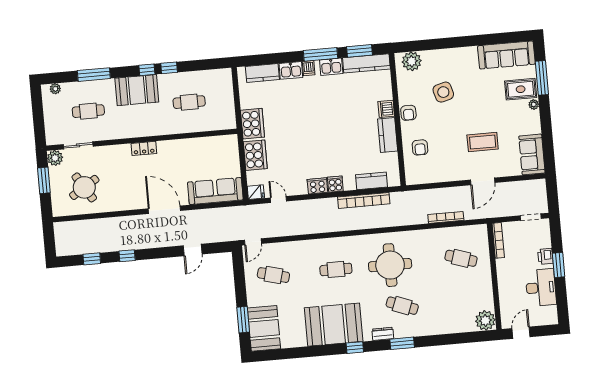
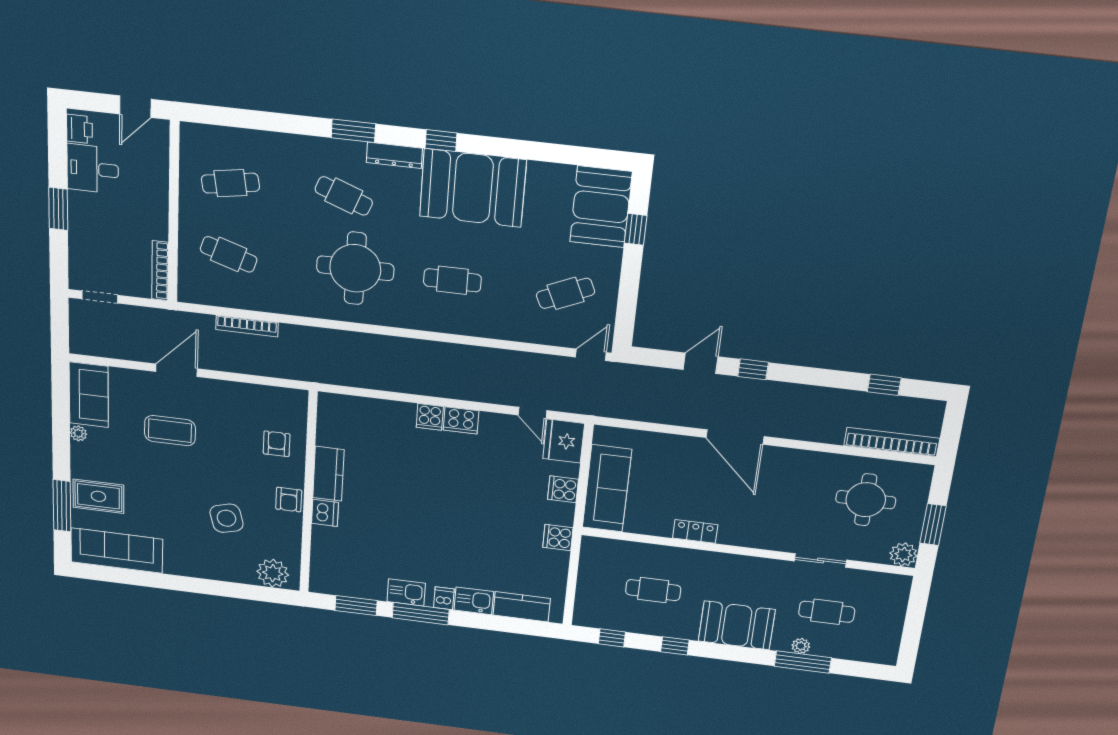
kitchen counter: (366, 63) -> (347, 585), removed
window: (147, 70) -> (612, 638), moved
plant: (55, 89) -> (801, 646), moved
plant: (534, 104) -> (78, 433), moved
armchair: (408, 113) -> (289, 500), turned 180
cooker: (252, 124) -> (558, 537), width x0.53, depth x0.76
sliding door: (78, 145) -> (821, 560), moved
locker: (144, 148) -> (695, 531), moved
cooker: (255, 155) -> (563, 489), width x0.53, depth x0.76
kitchen counter: (371, 181) -> (367, 409), removed
round table: (84, 187) -> (866, 500), turned 32
sofa: (215, 191) -> (607, 488), moved, turned -90
fridge: (256, 192) -> (564, 441), width x1.88, depth x1.34
bookcase: (364, 200) -> (892, 442), moved
window: (127, 256) -> (753, 369), moved
printer: (545, 256) -> (79, 129), moved
cafe table: (273, 275) -> (566, 293), turned -39
desk: (541, 288) -> (93, 169), width x0.73
cafe table: (465, 300) -> (230, 183), added
window: (243, 320) -> (636, 229), width x0.67
plant: (485, 320) -> (197, 141), removed
dresser: (383, 334) -> (394, 155), width x1.44

